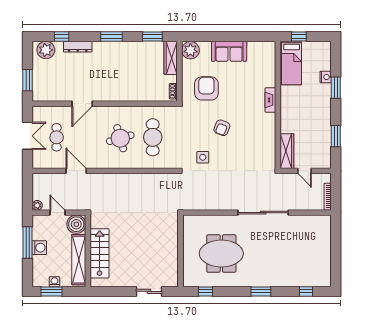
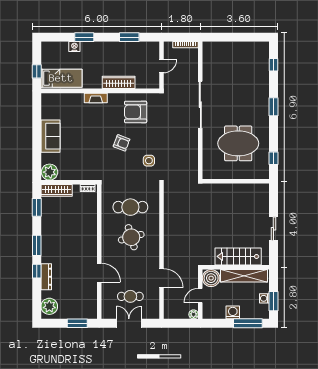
window: (62, 37) -> (37, 271), moved
armchair: (206, 88) -> (136, 112), moved
wardrobe: (287, 151) -> (119, 82), moved
door: (76, 171) -> (162, 278), swing flipped
window: (28, 243) -> (248, 323), moved
meeting table: (221, 253) -> (238, 143), turned 90
sliding door: (149, 291) -> (273, 229), moved

